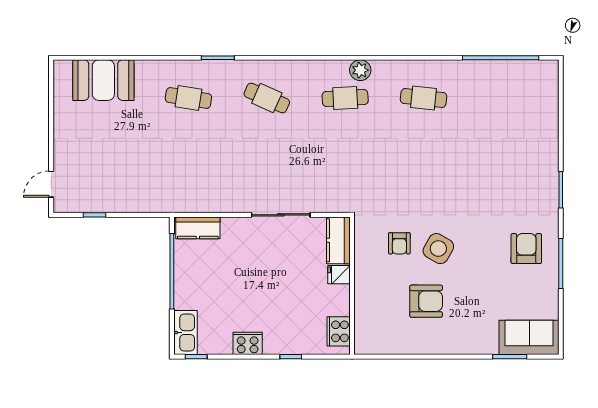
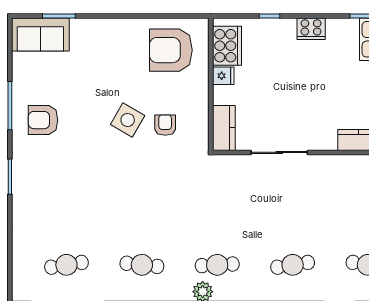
cafe table: (267, 98) -> (293, 265), turned -33
cafe table: (502, 98) -> (66, 265), added
armchair: (526, 249) -> (43, 120), turned 90
fridge: (339, 275) -> (223, 76), moved
armchair: (426, 301) -> (171, 50), moved, width x1.36, depth x1.36
cooker: (339, 331) -> (227, 46), width x1.37, depth x1.31

